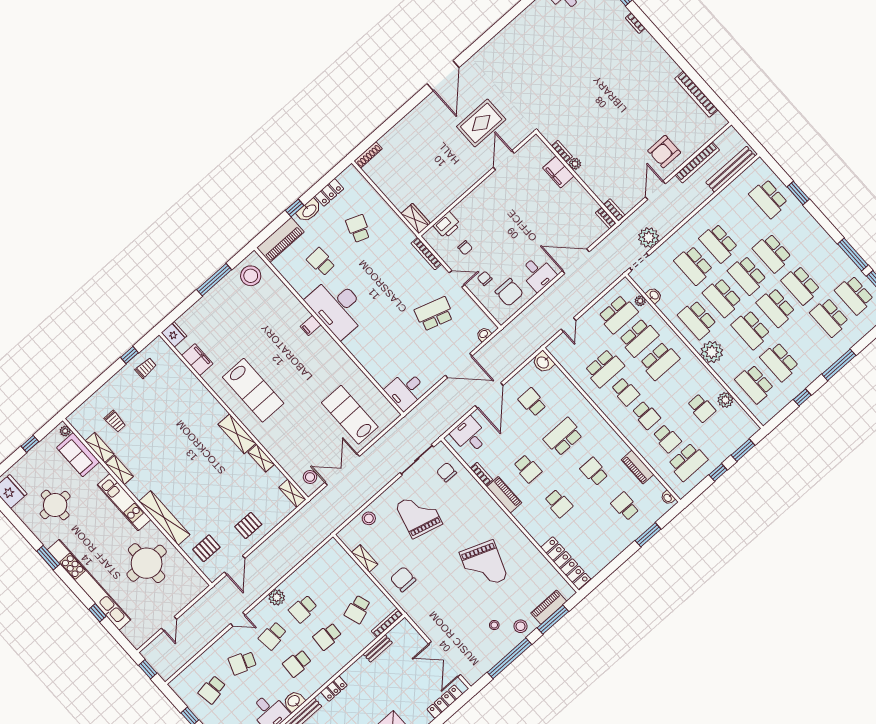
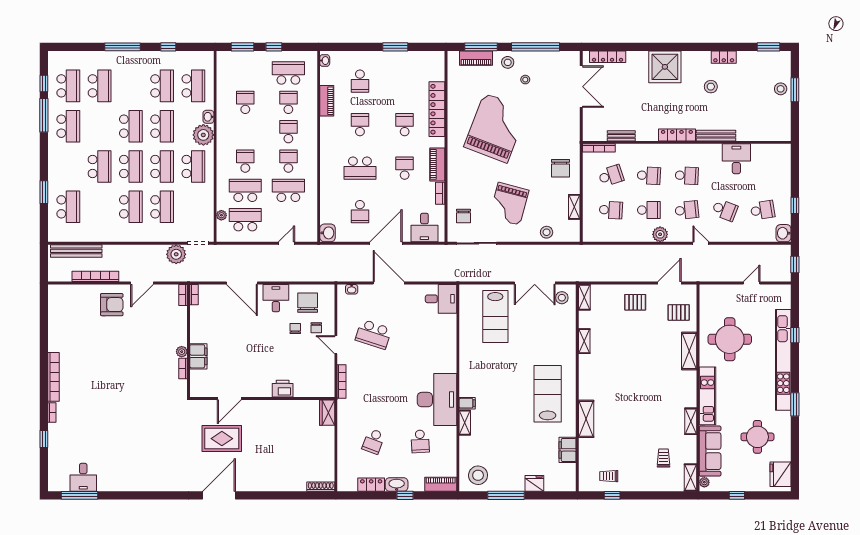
bookcase: (696, 94) -> (53, 377), moved
printer: (447, 225) -> (283, 389), moved
piano: (280, 240) -> (441, 484), width x0.73, depth x0.75
chair: (465, 248) -> (295, 328), moved
school desk: (801, 285) -> (68, 126), moved
washbasin: (654, 295) -> (208, 117), moved
shelving: (299, 308) -> (465, 423), added
fridge: (174, 334) -> (534, 483), moved, turned 90
school desk: (660, 361) -> (245, 161), width x0.54
plant: (725, 400) -> (224, 93), removed
shelving: (237, 434) -> (586, 419), moved
shelving: (100, 447) -> (691, 478), moved
sofa: (78, 455) -> (710, 451), width x1.36
school desk: (594, 472) -> (360, 125), turned 180
shelving: (164, 518) -> (689, 351), width x0.68
window: (648, 535) -> (395, 47), moved
locker: (566, 563) -> (437, 109), moved
grand piano: (483, 565) -> (496, 128), width x1.37, depth x1.48
school desk: (333, 582) -> (611, 210), added
locker: (334, 689) -> (677, 135), width x1.53
washbasin: (294, 701) -> (784, 233), moved, turned 90

